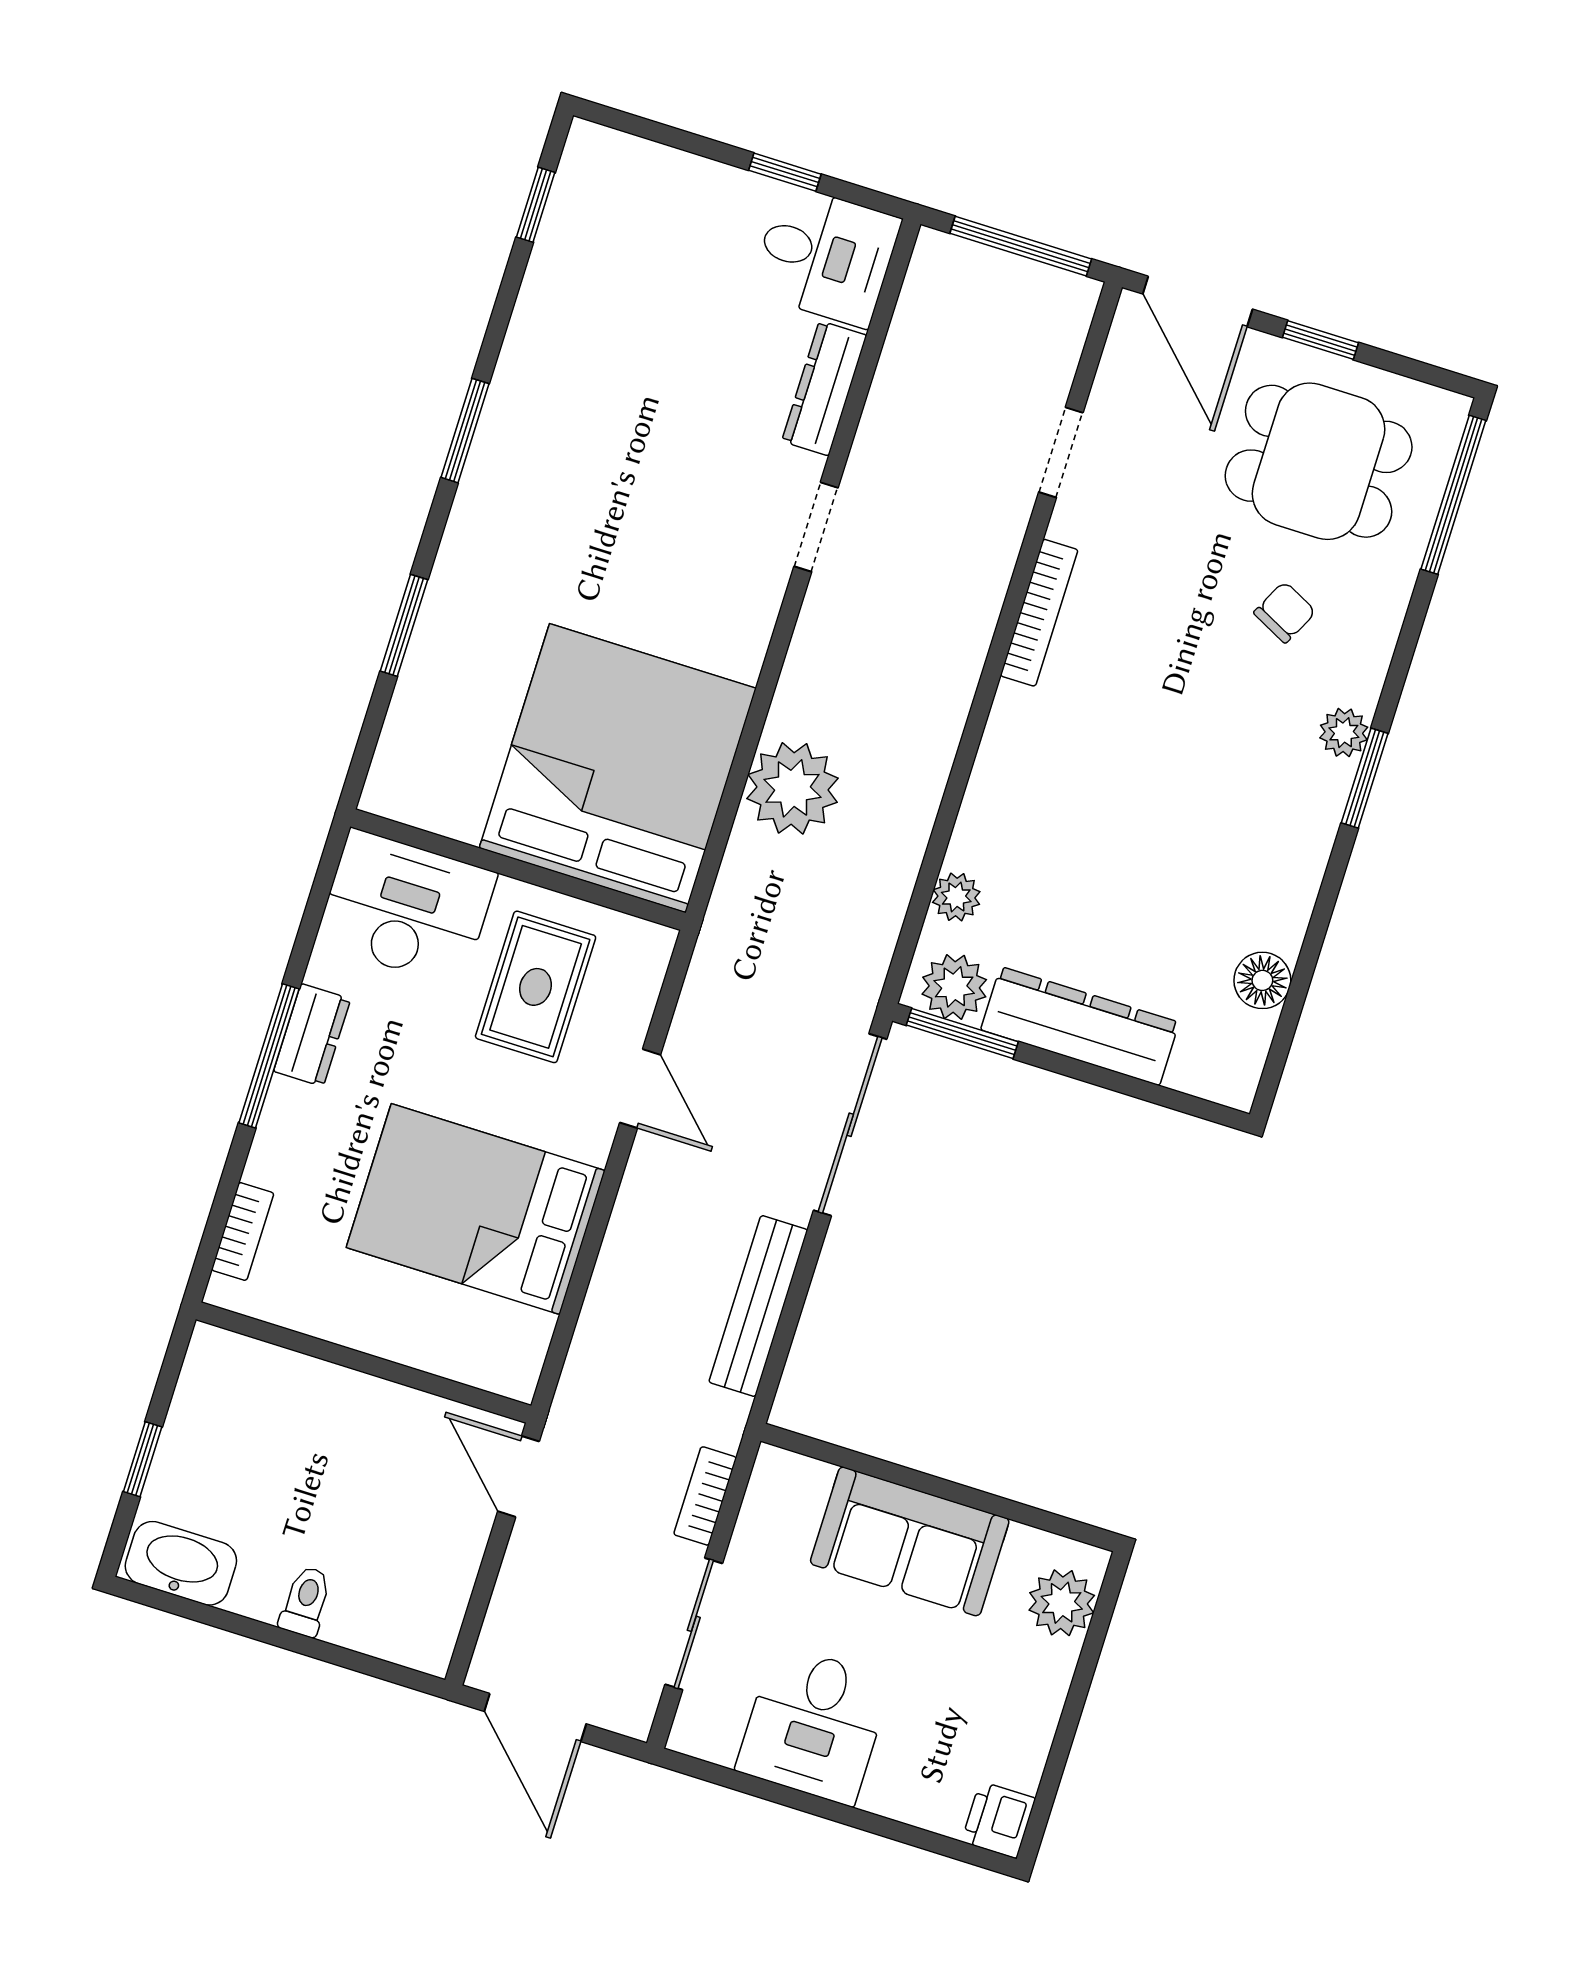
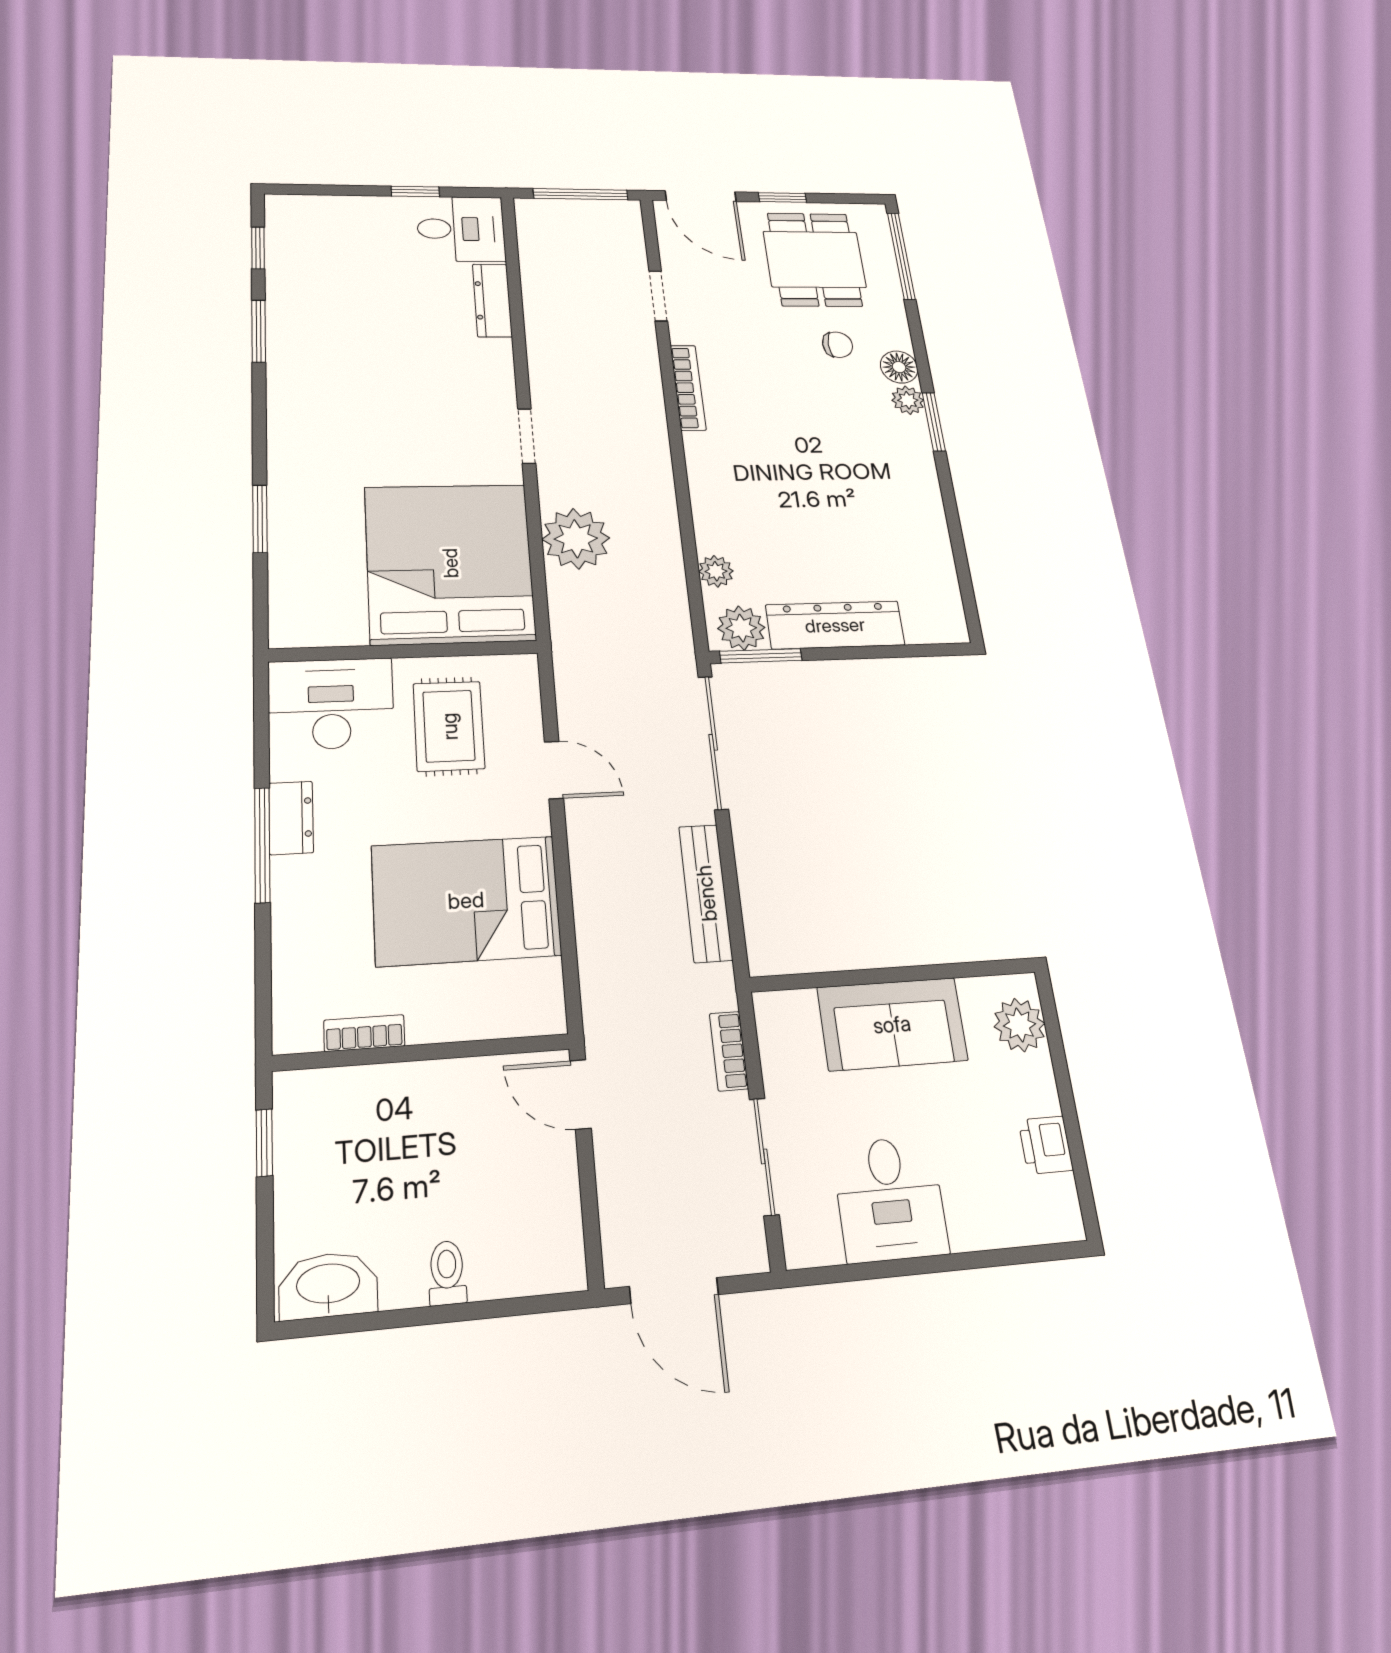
window: (465, 431) -> (259, 331), moved
dining table: (1319, 461) -> (815, 259), turned 90
doorway: (816, 527) -> (527, 436), moved
chair: (1285, 612) -> (838, 345), turned 63
floor lamp: (1262, 980) -> (899, 367), moved
bookcase: (243, 1231) -> (364, 1033), moved, turned -90
window: (143, 1459) -> (264, 1143), moved
printer: (998, 1820) -> (1046, 1145), moved

